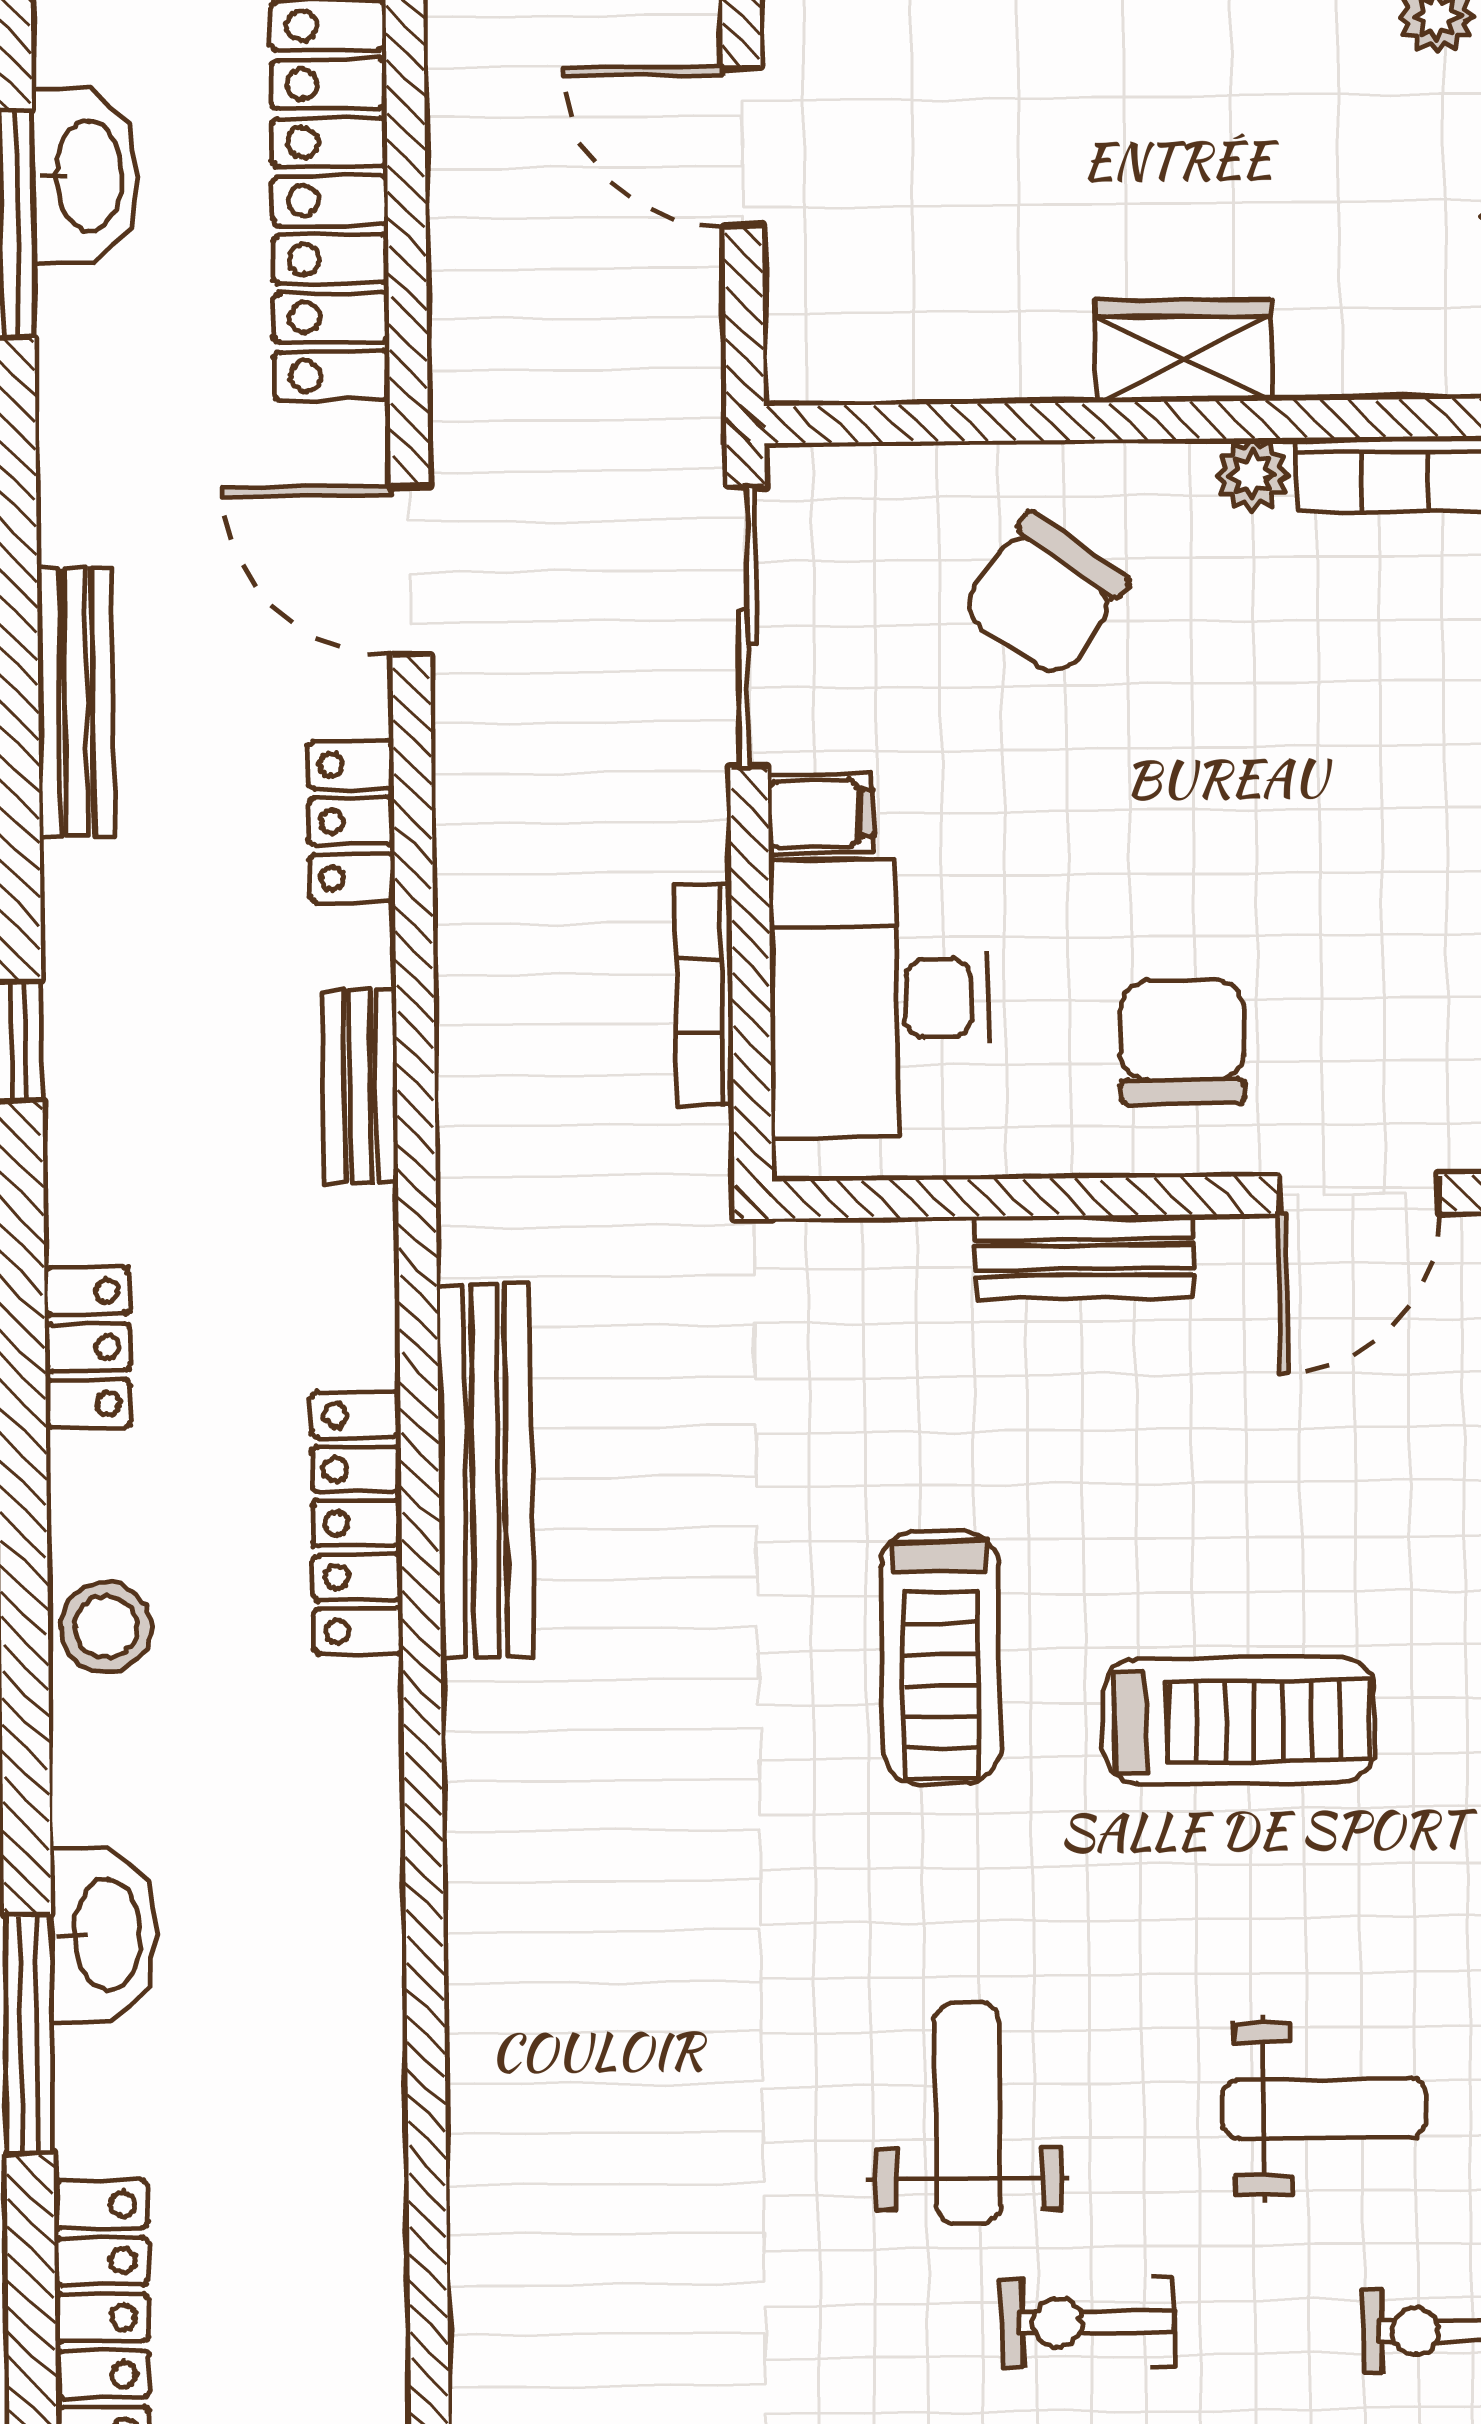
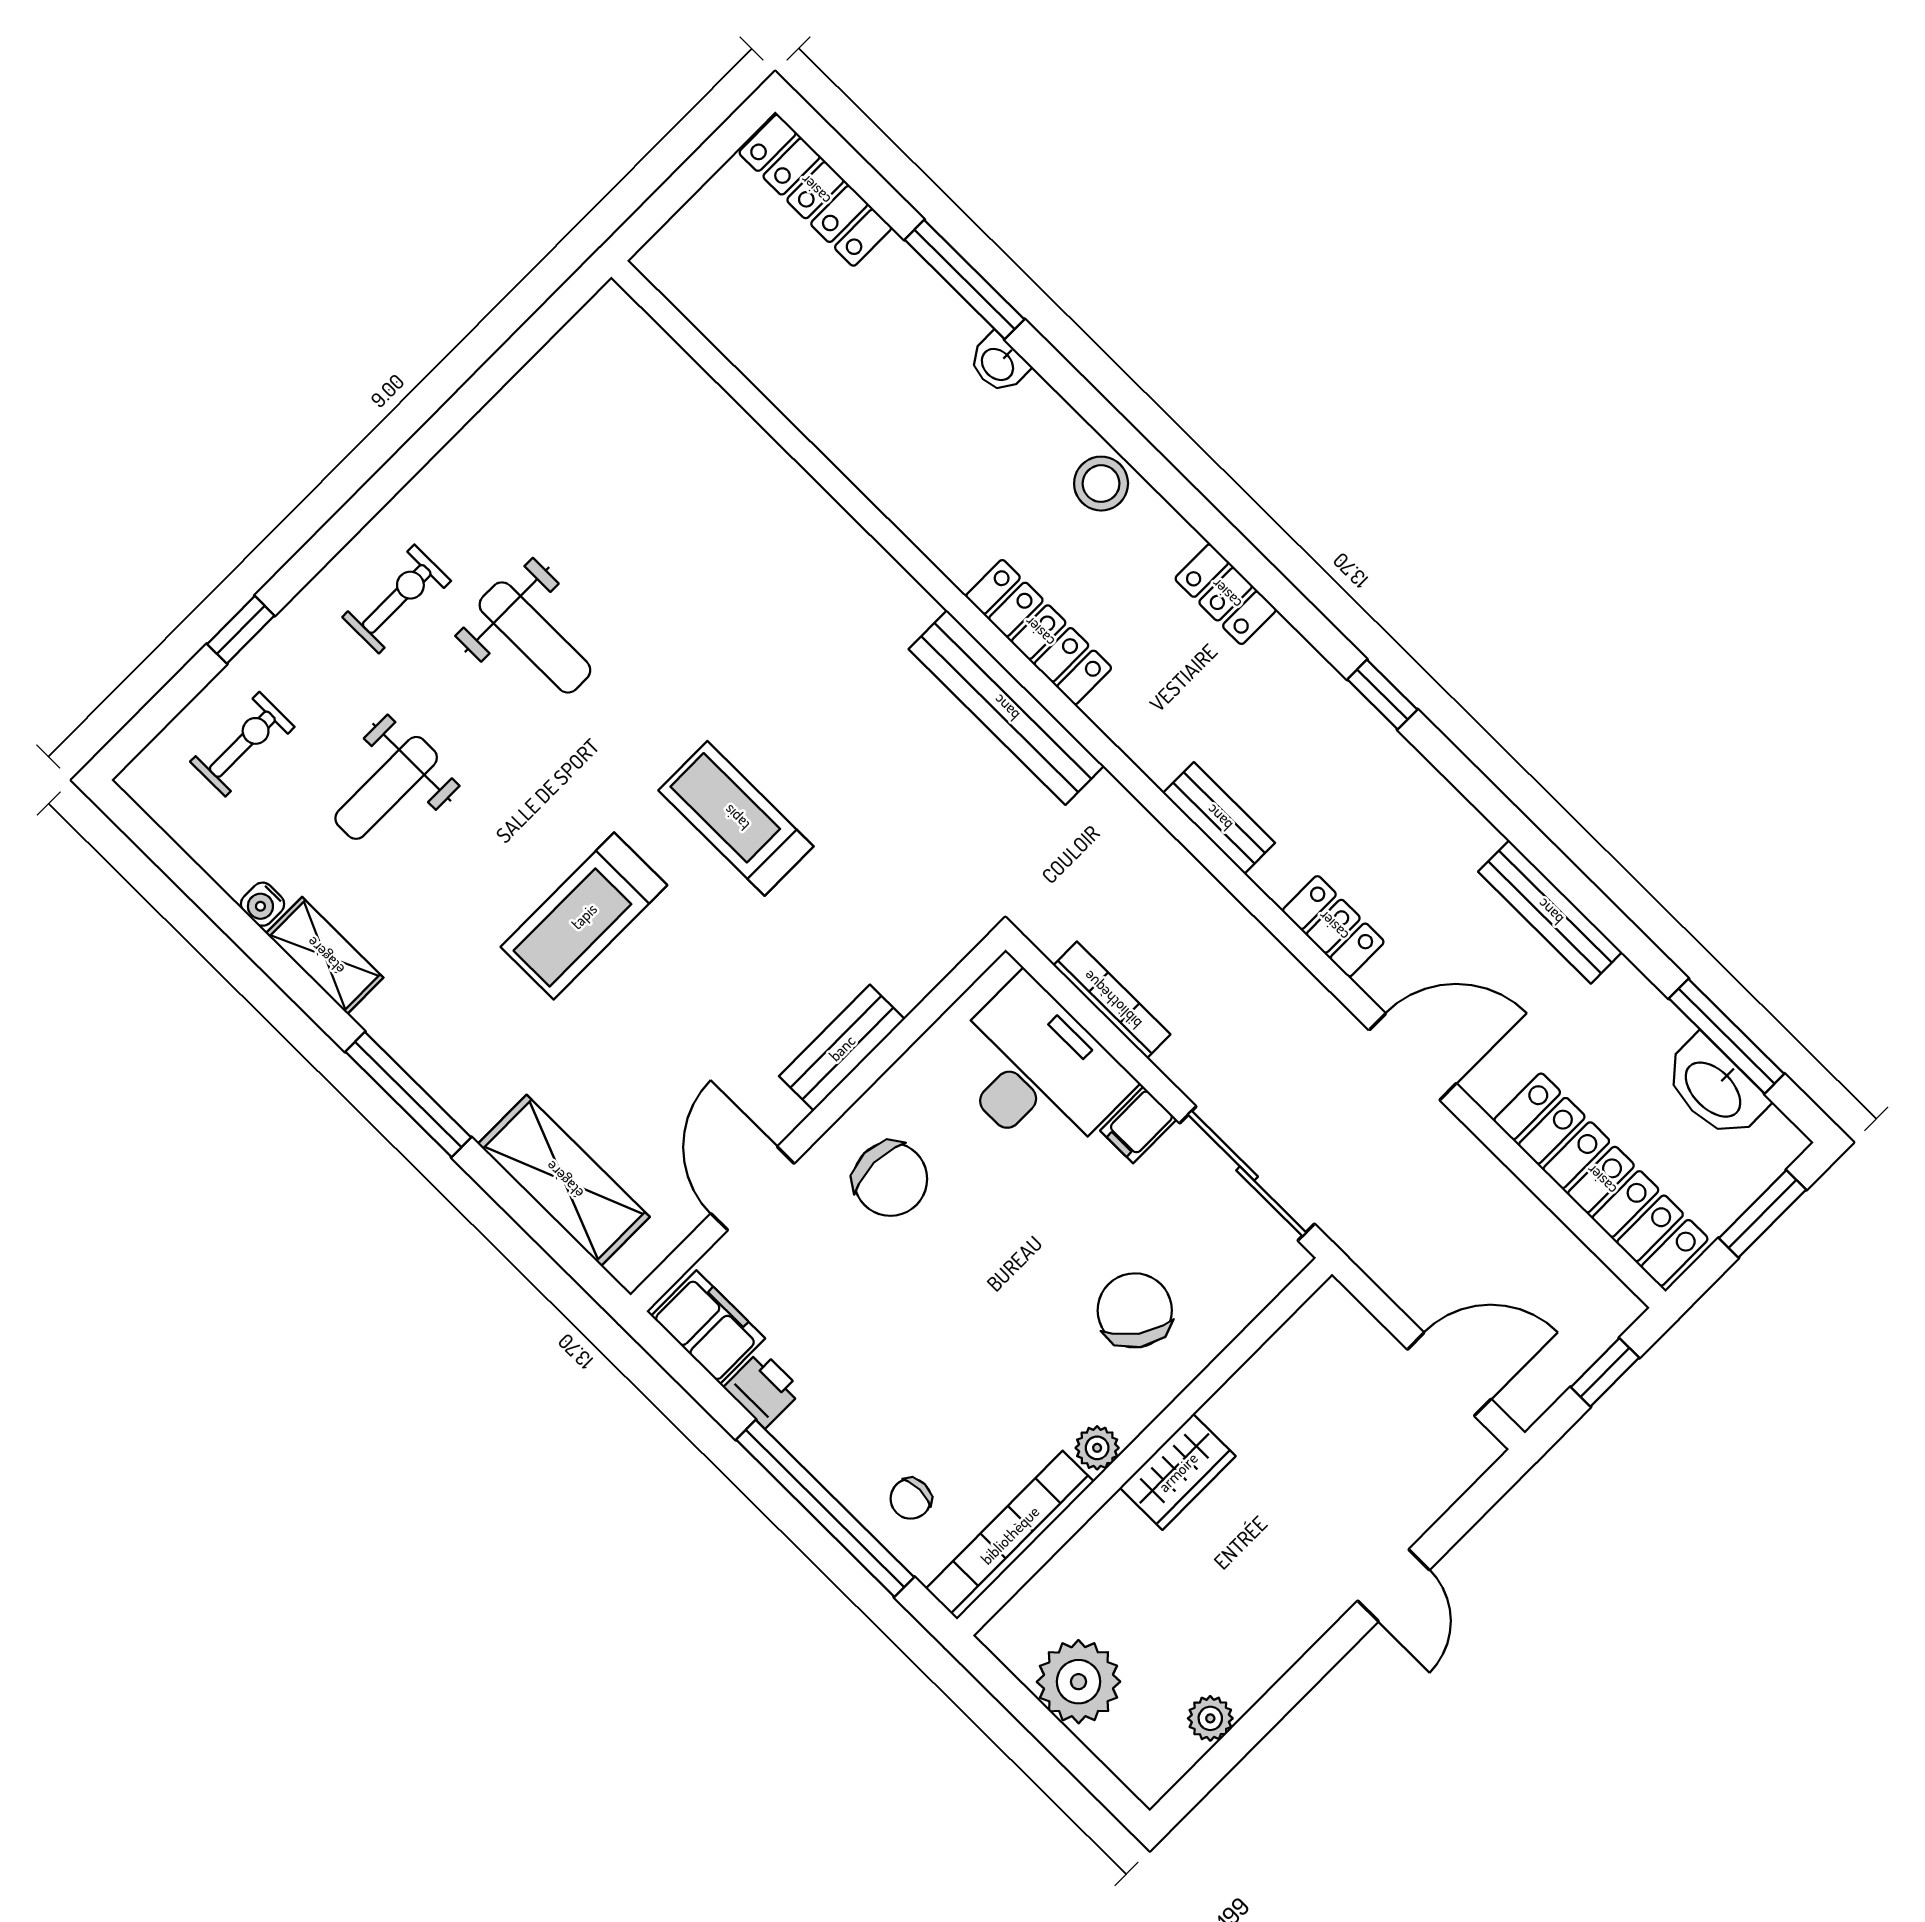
bench: (76, 703) -> (1550, 912), moved
washbasin: (104, 1935) -> (998, 364), width x0.52, depth x0.69

